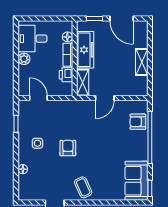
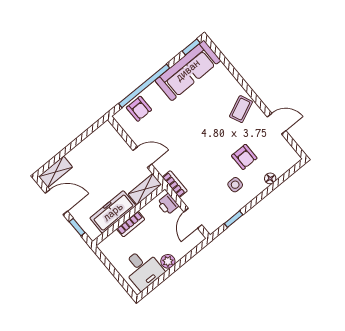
door: (122, 19) -> (56, 202), hinge flipped
floor lamp: (67, 37) -> (114, 238), removed
shelving: (142, 62) -> (55, 172), moved
printer: (66, 75) -> (168, 204), moved, turned 90
bookcase: (70, 105) -> (175, 184), added
armchair: (68, 148) -> (244, 157), moved, turned -90
sofa: (136, 181) -> (188, 70), width x1.36

